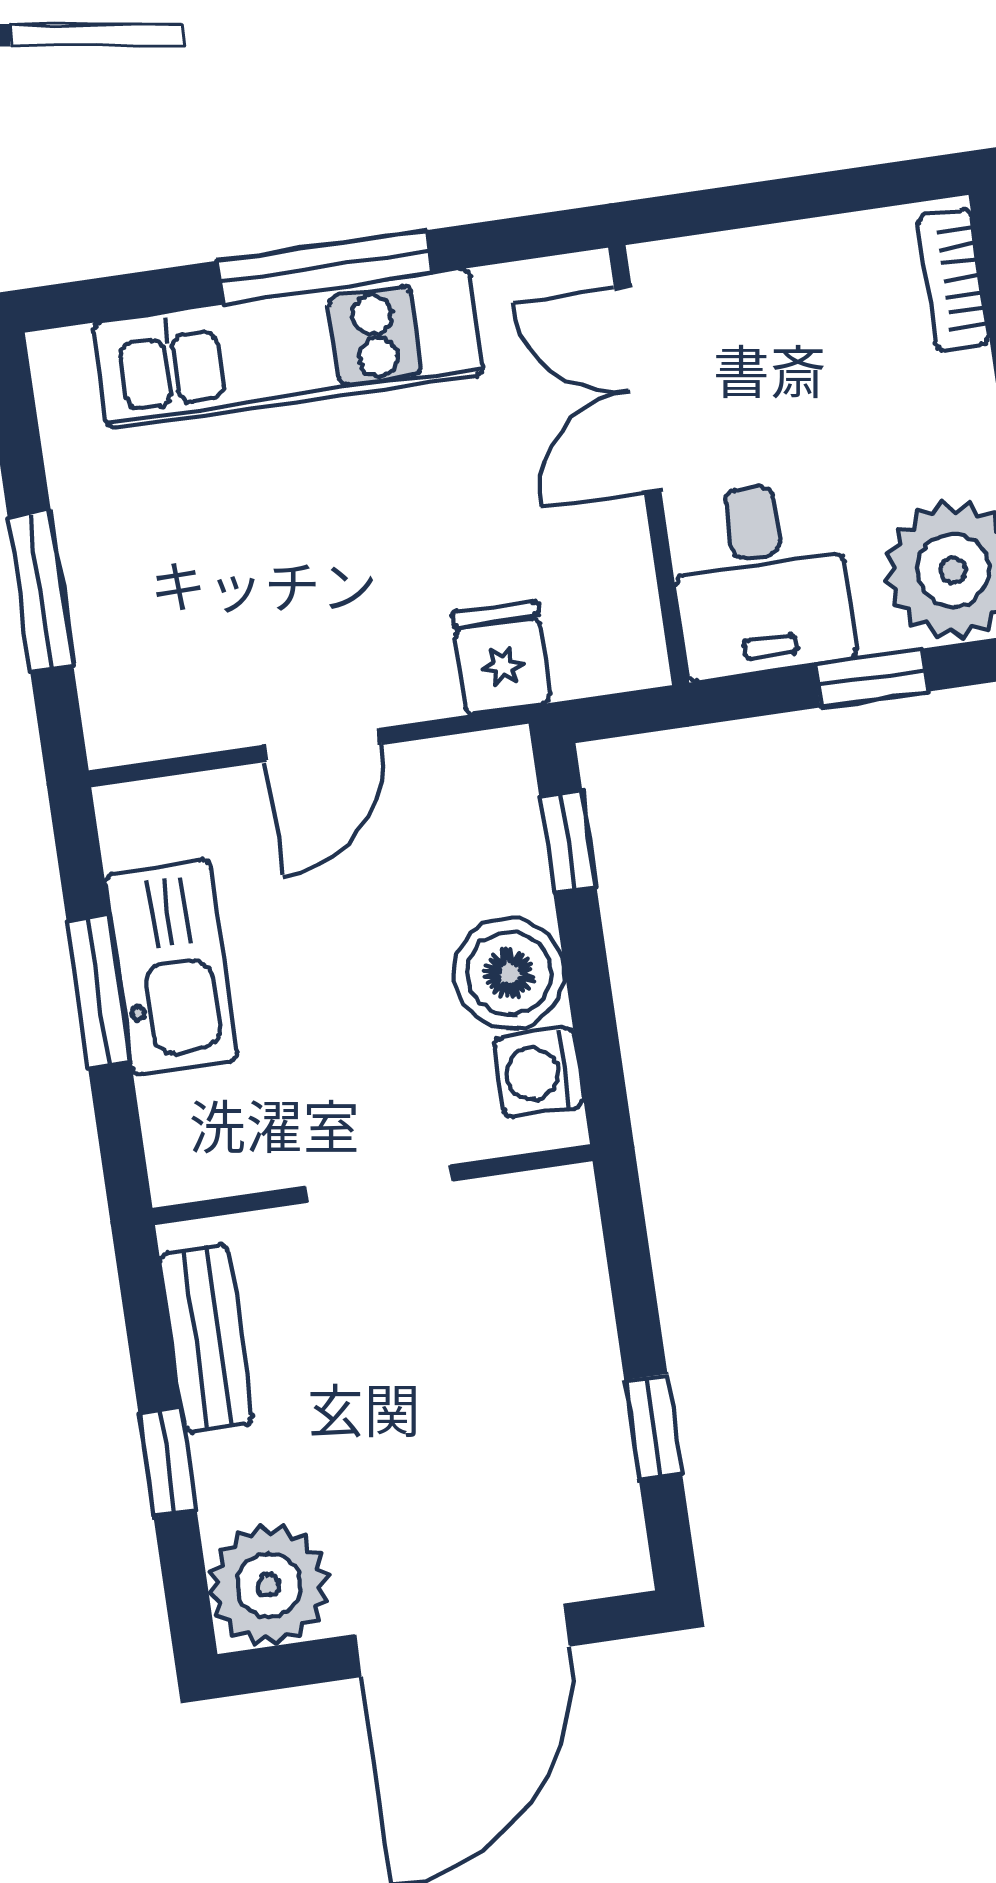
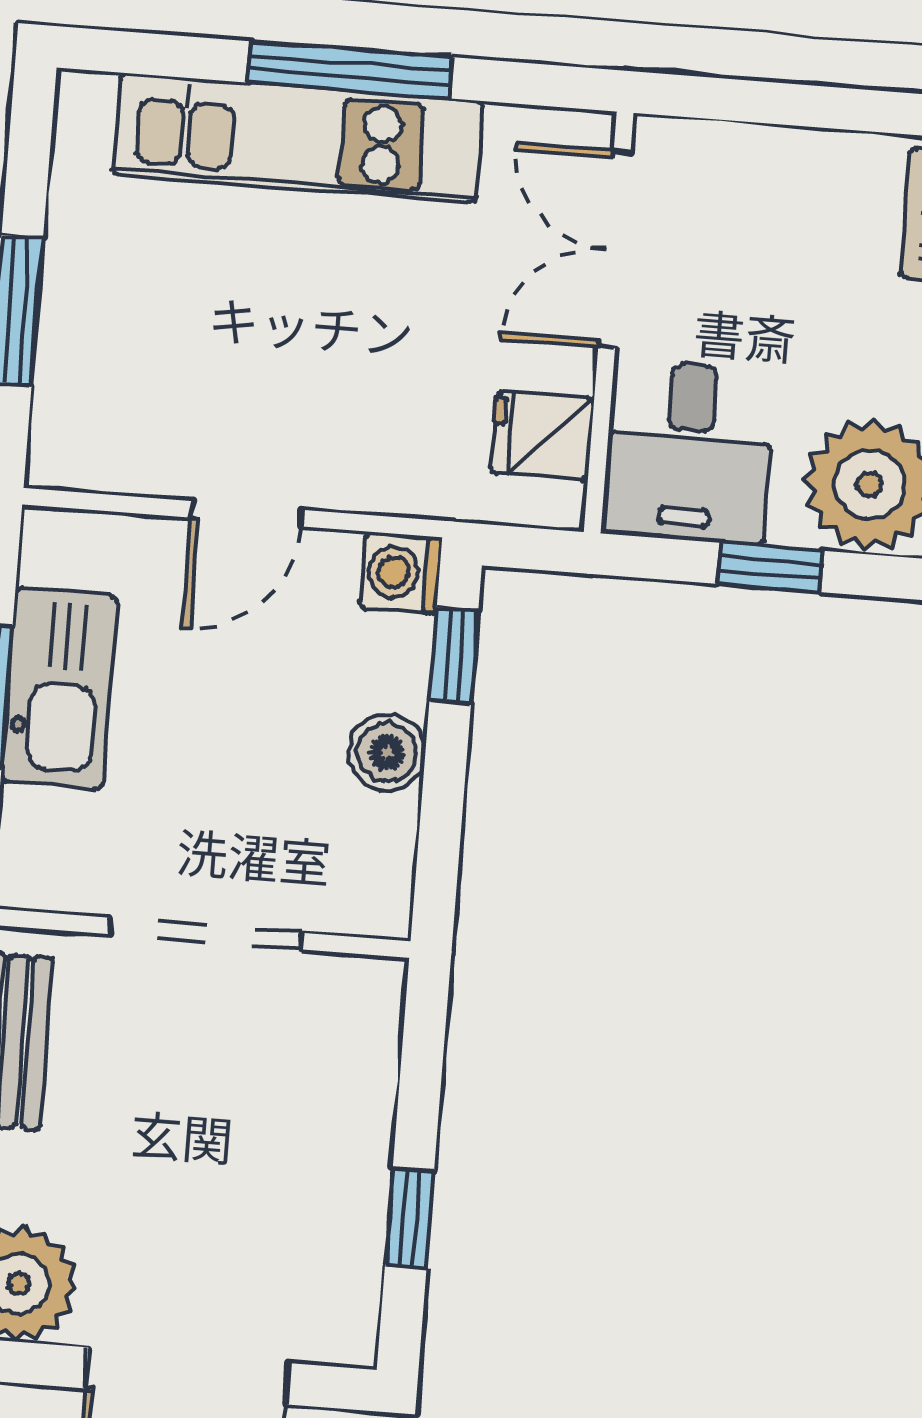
fridge: (502, 658) -> (542, 435), moved, turned -90
boiler: (509, 973) -> (387, 753), width x0.73, depth x0.73
washing machine: (539, 1072) -> (401, 573), moved
doorway: (379, 1184) -> (206, 934), width x1.38

